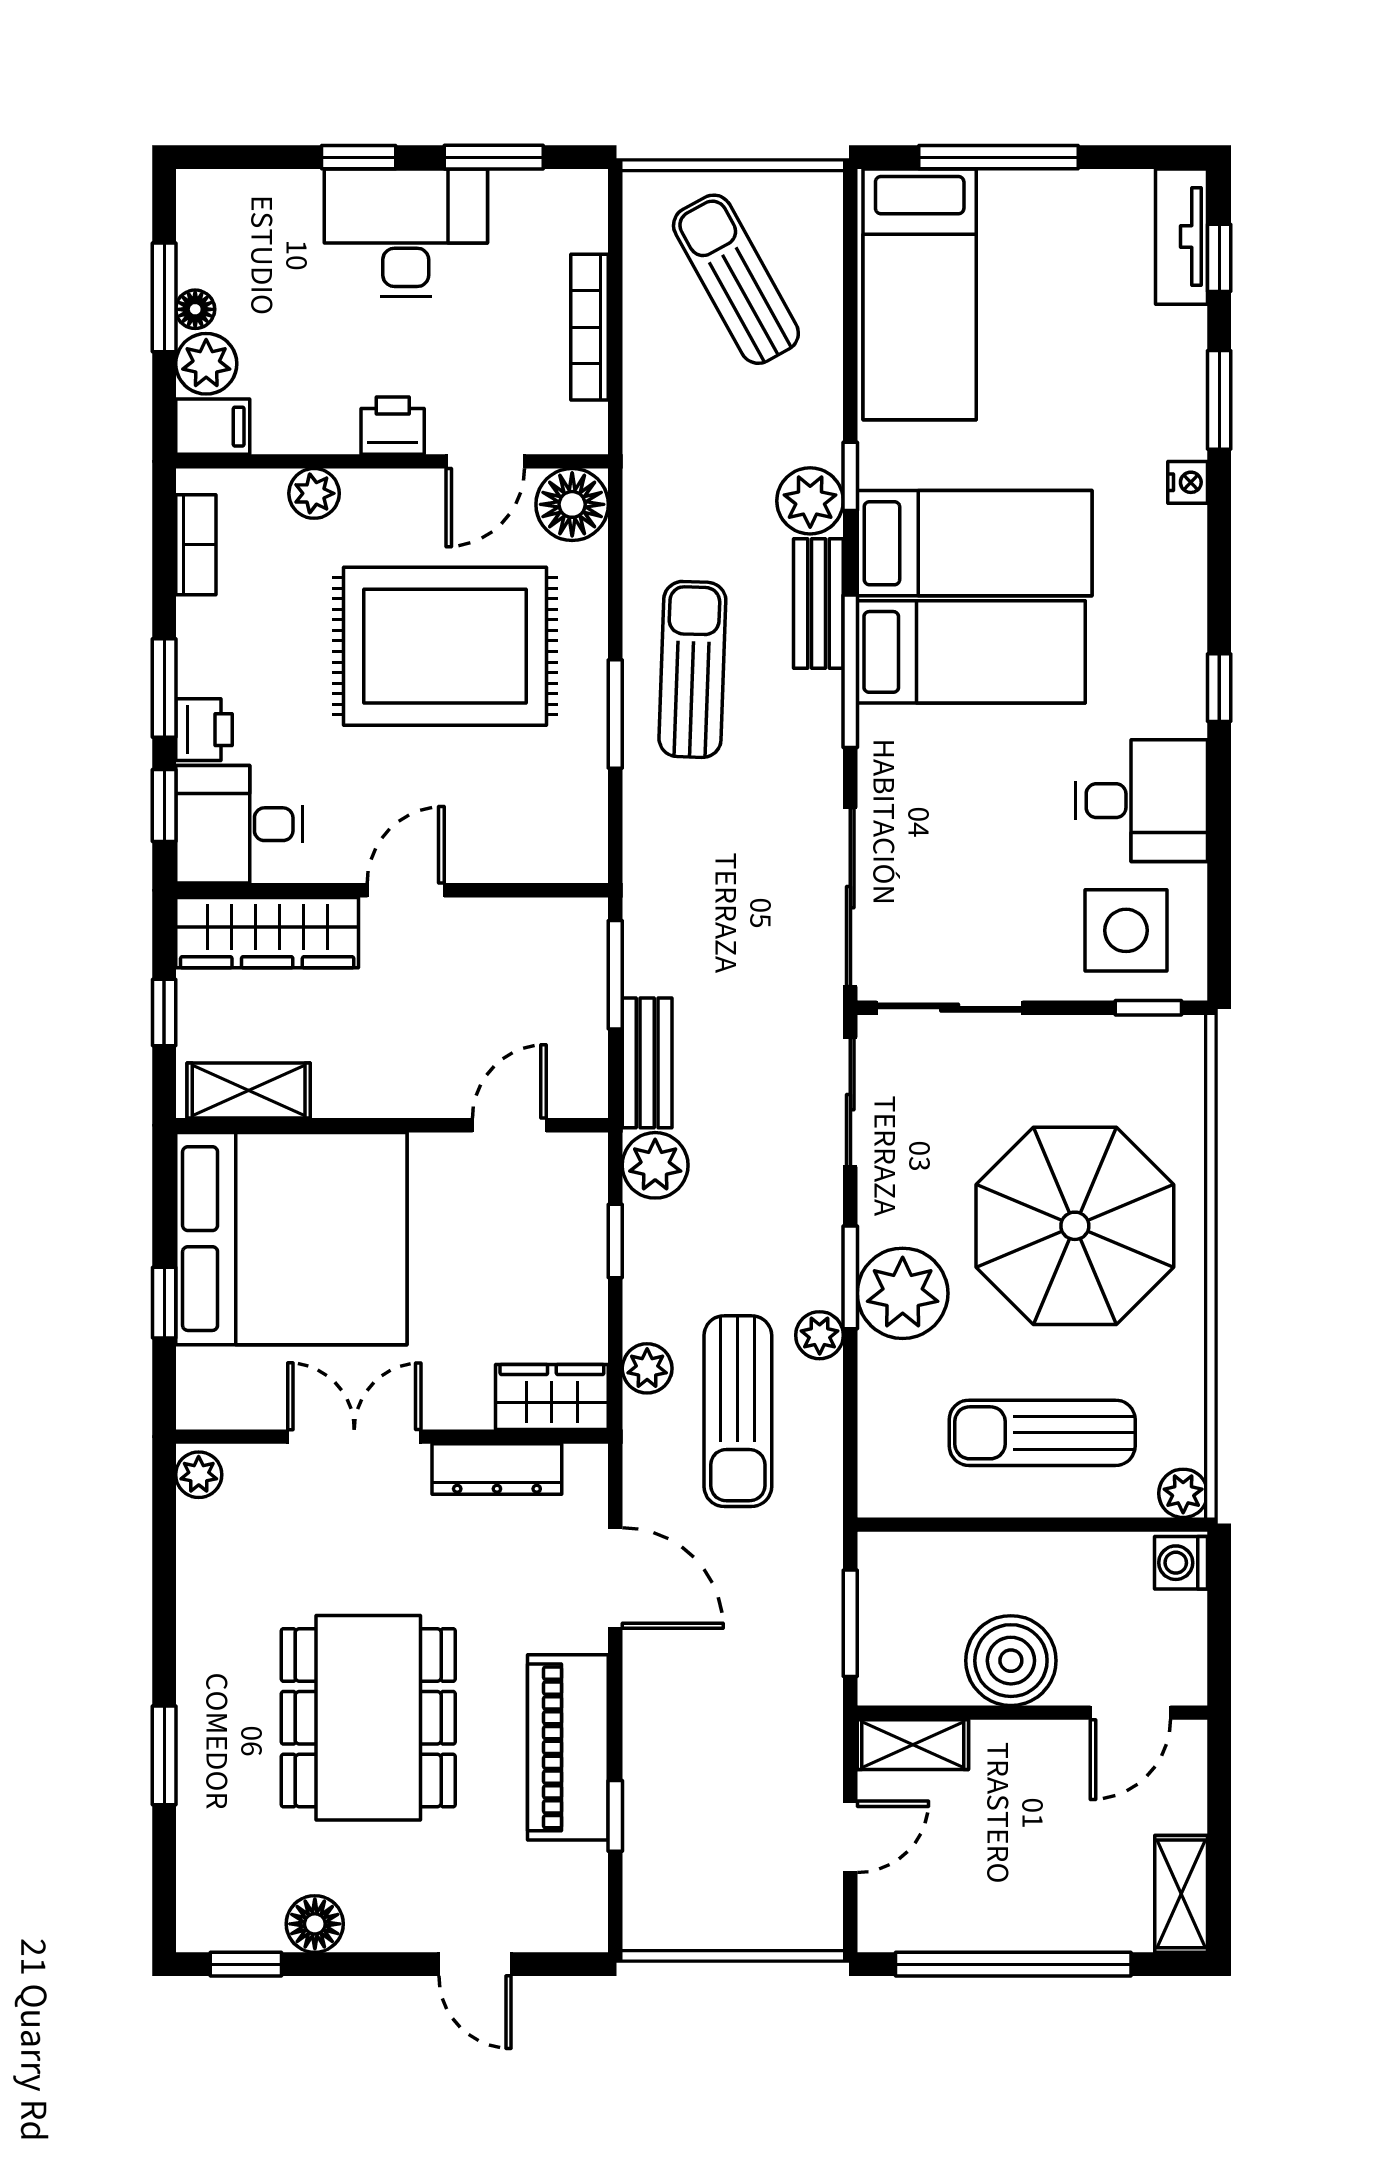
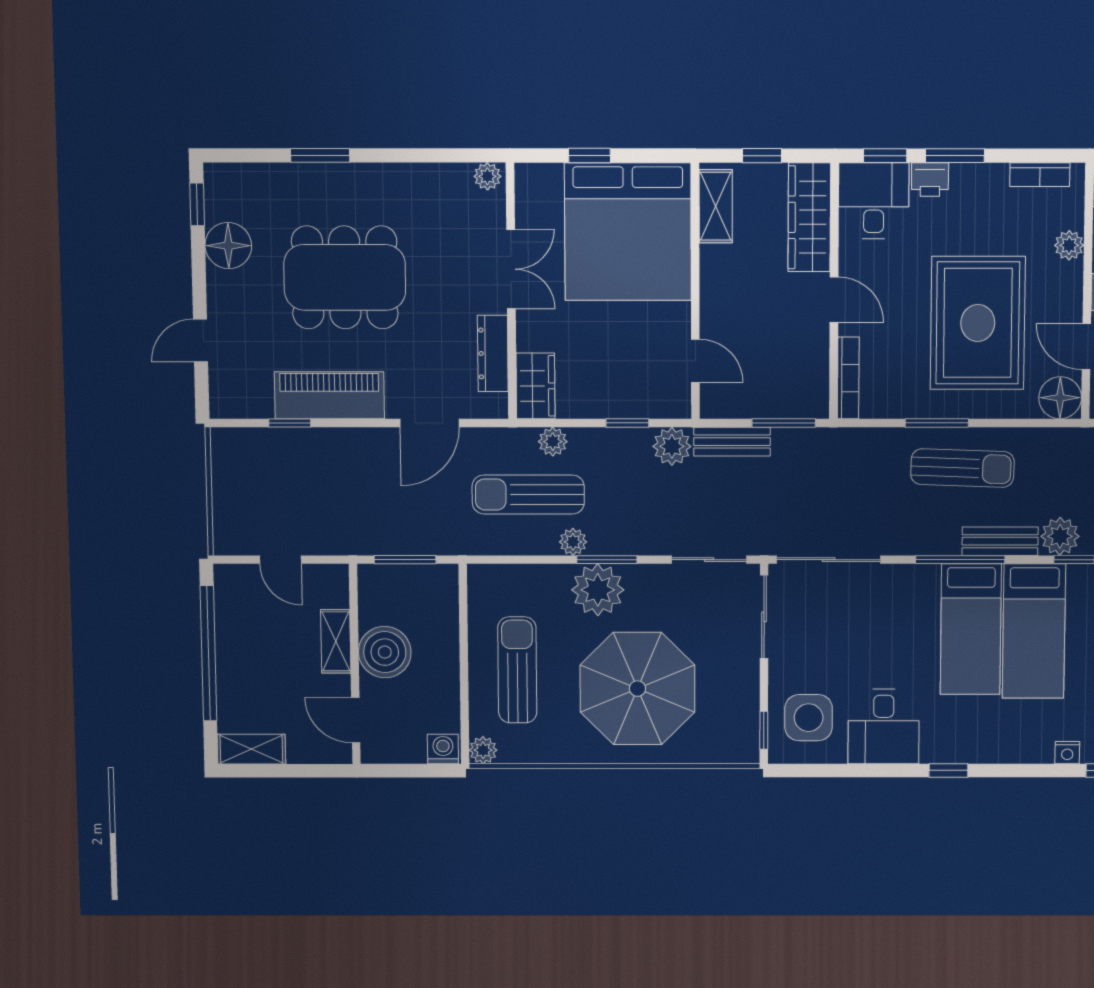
bookcase: (538, 865) -> (848, 378), added
shelving: (913, 1745) -> (336, 641), moved
floor lamp: (315, 1924) -> (228, 246), width x1.38, depth x1.38

